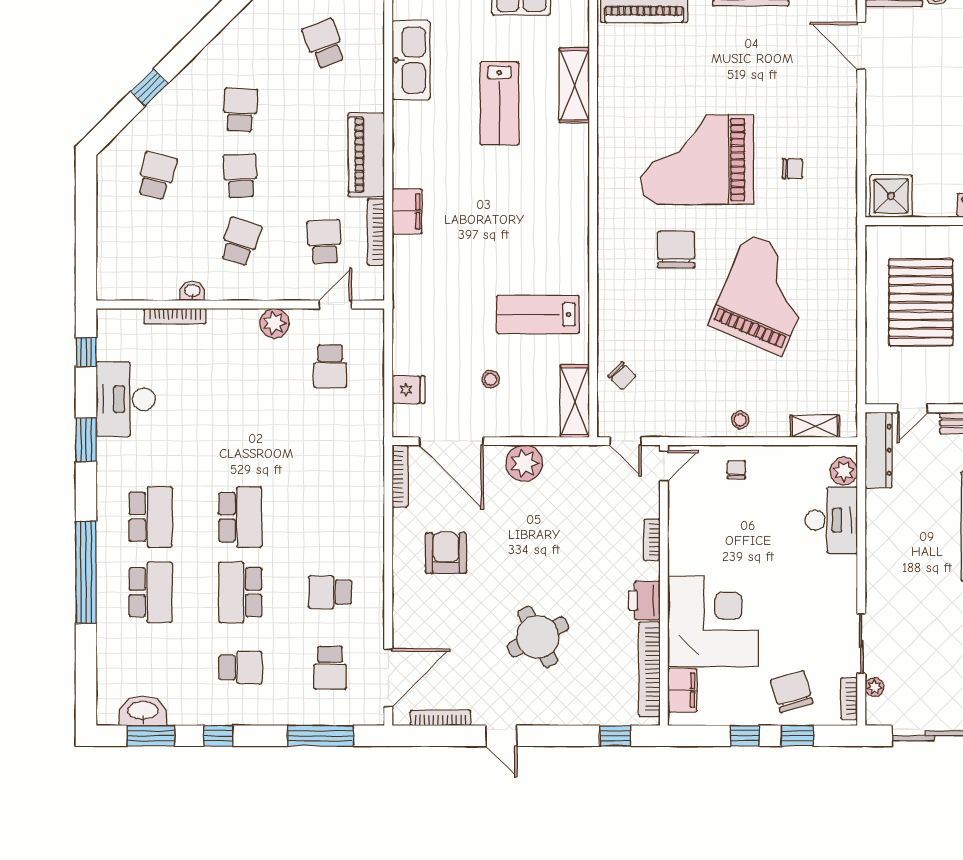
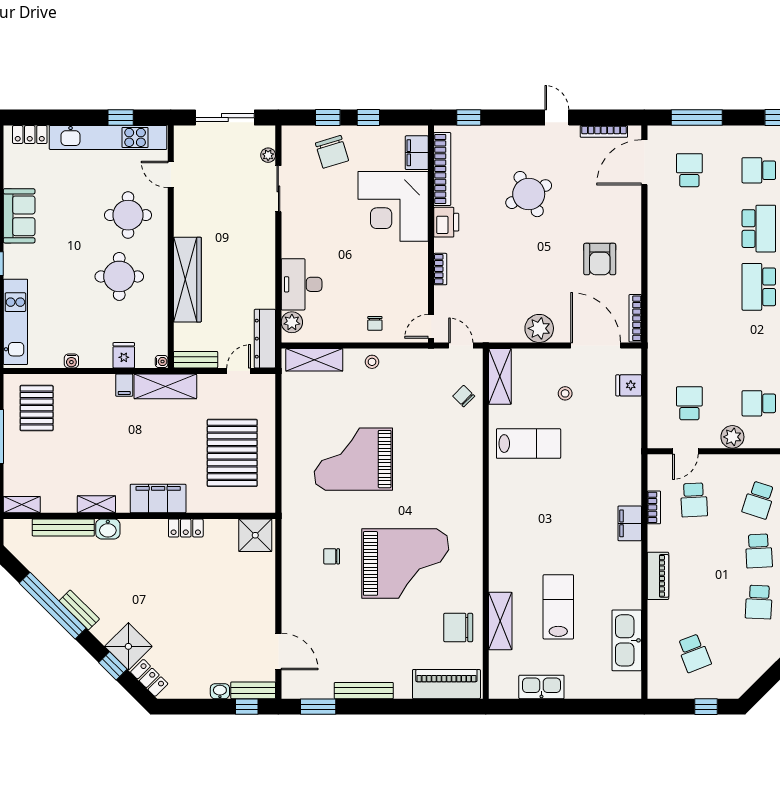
piano: (366, 155) -> (658, 576), width x0.73, depth x0.75
bookcase: (376, 232) -> (654, 507), width x0.64
chair: (676, 250) -> (458, 628), moved, turned 90
grand piano: (764, 294) -> (353, 459), turned 67
shelving: (815, 426) -> (314, 360), width x1.50, depth x1.33
school desk: (330, 592) -> (759, 403), moved, turned 180
bookcase: (849, 698) -> (288, 146), removed

